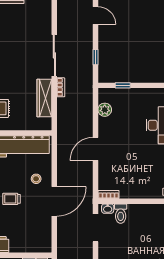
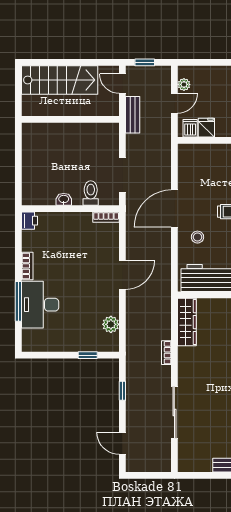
sliding door: (54, 55) -> (174, 412), moved
wardrobe: (44, 98) -> (187, 322), moved
washbasin: (108, 209) -> (64, 199), moved

